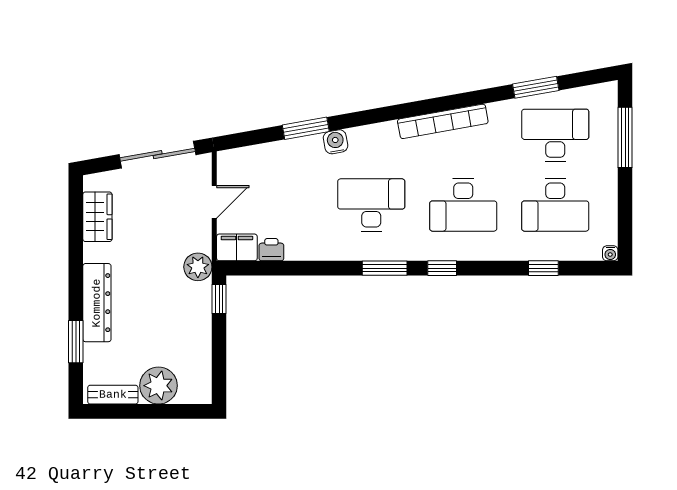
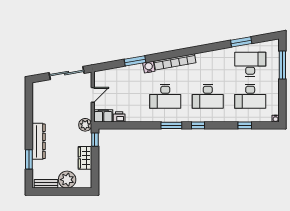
bookcase: (443, 121) -> (175, 62), moved
desk: (371, 205) -> (165, 96), turned 180
wardrobe: (97, 217) -> (85, 158), moved, turned 180

